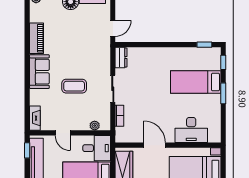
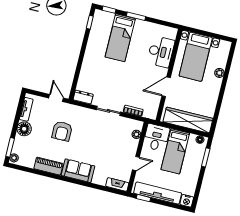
armchair: (78, 44) -> (62, 131), added
coffee table: (74, 86) -> (98, 144), removed

